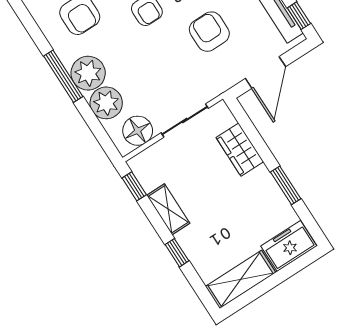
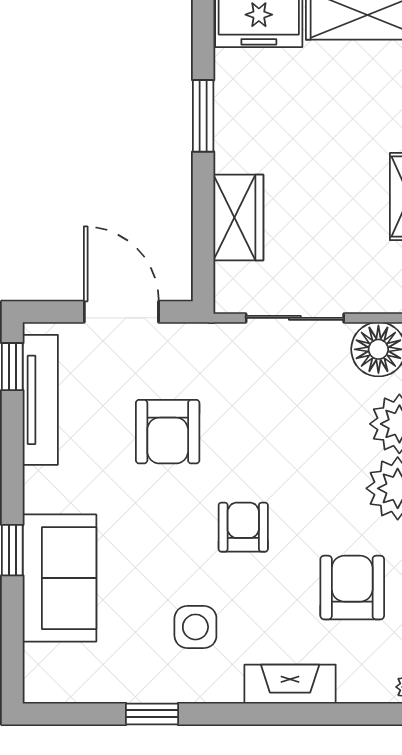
door: (265, 73) -> (121, 312), hinge flipped

